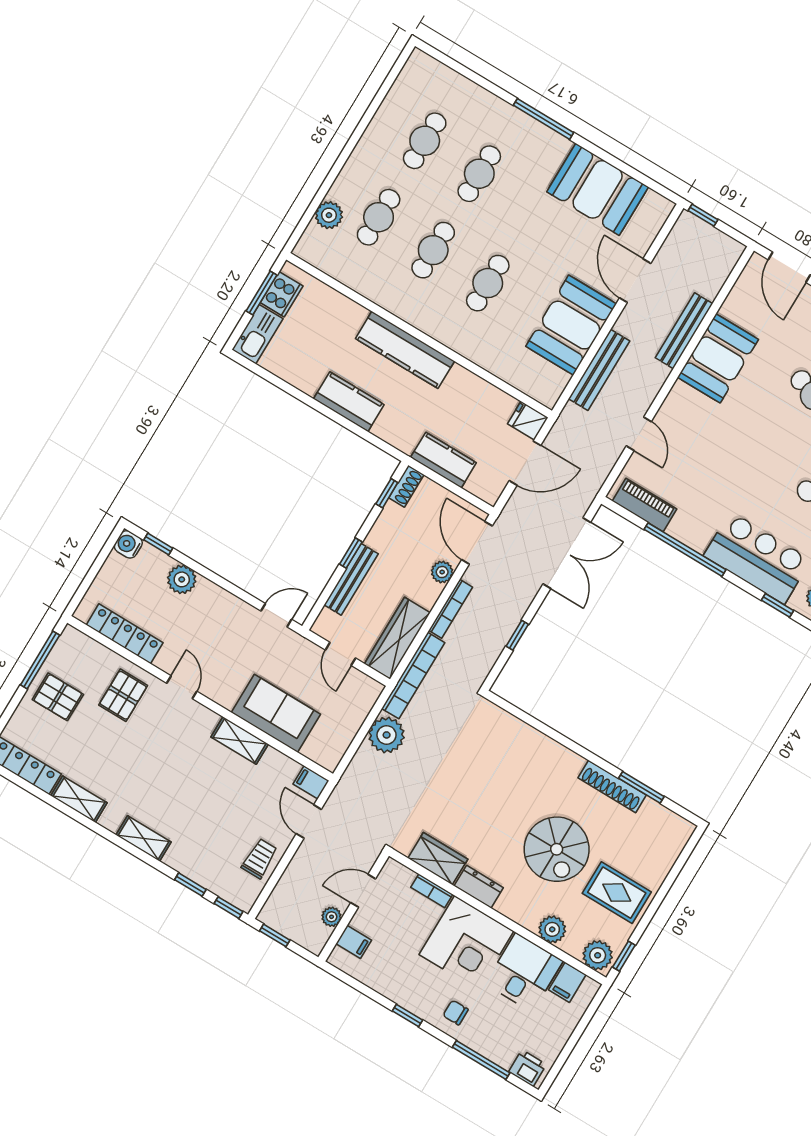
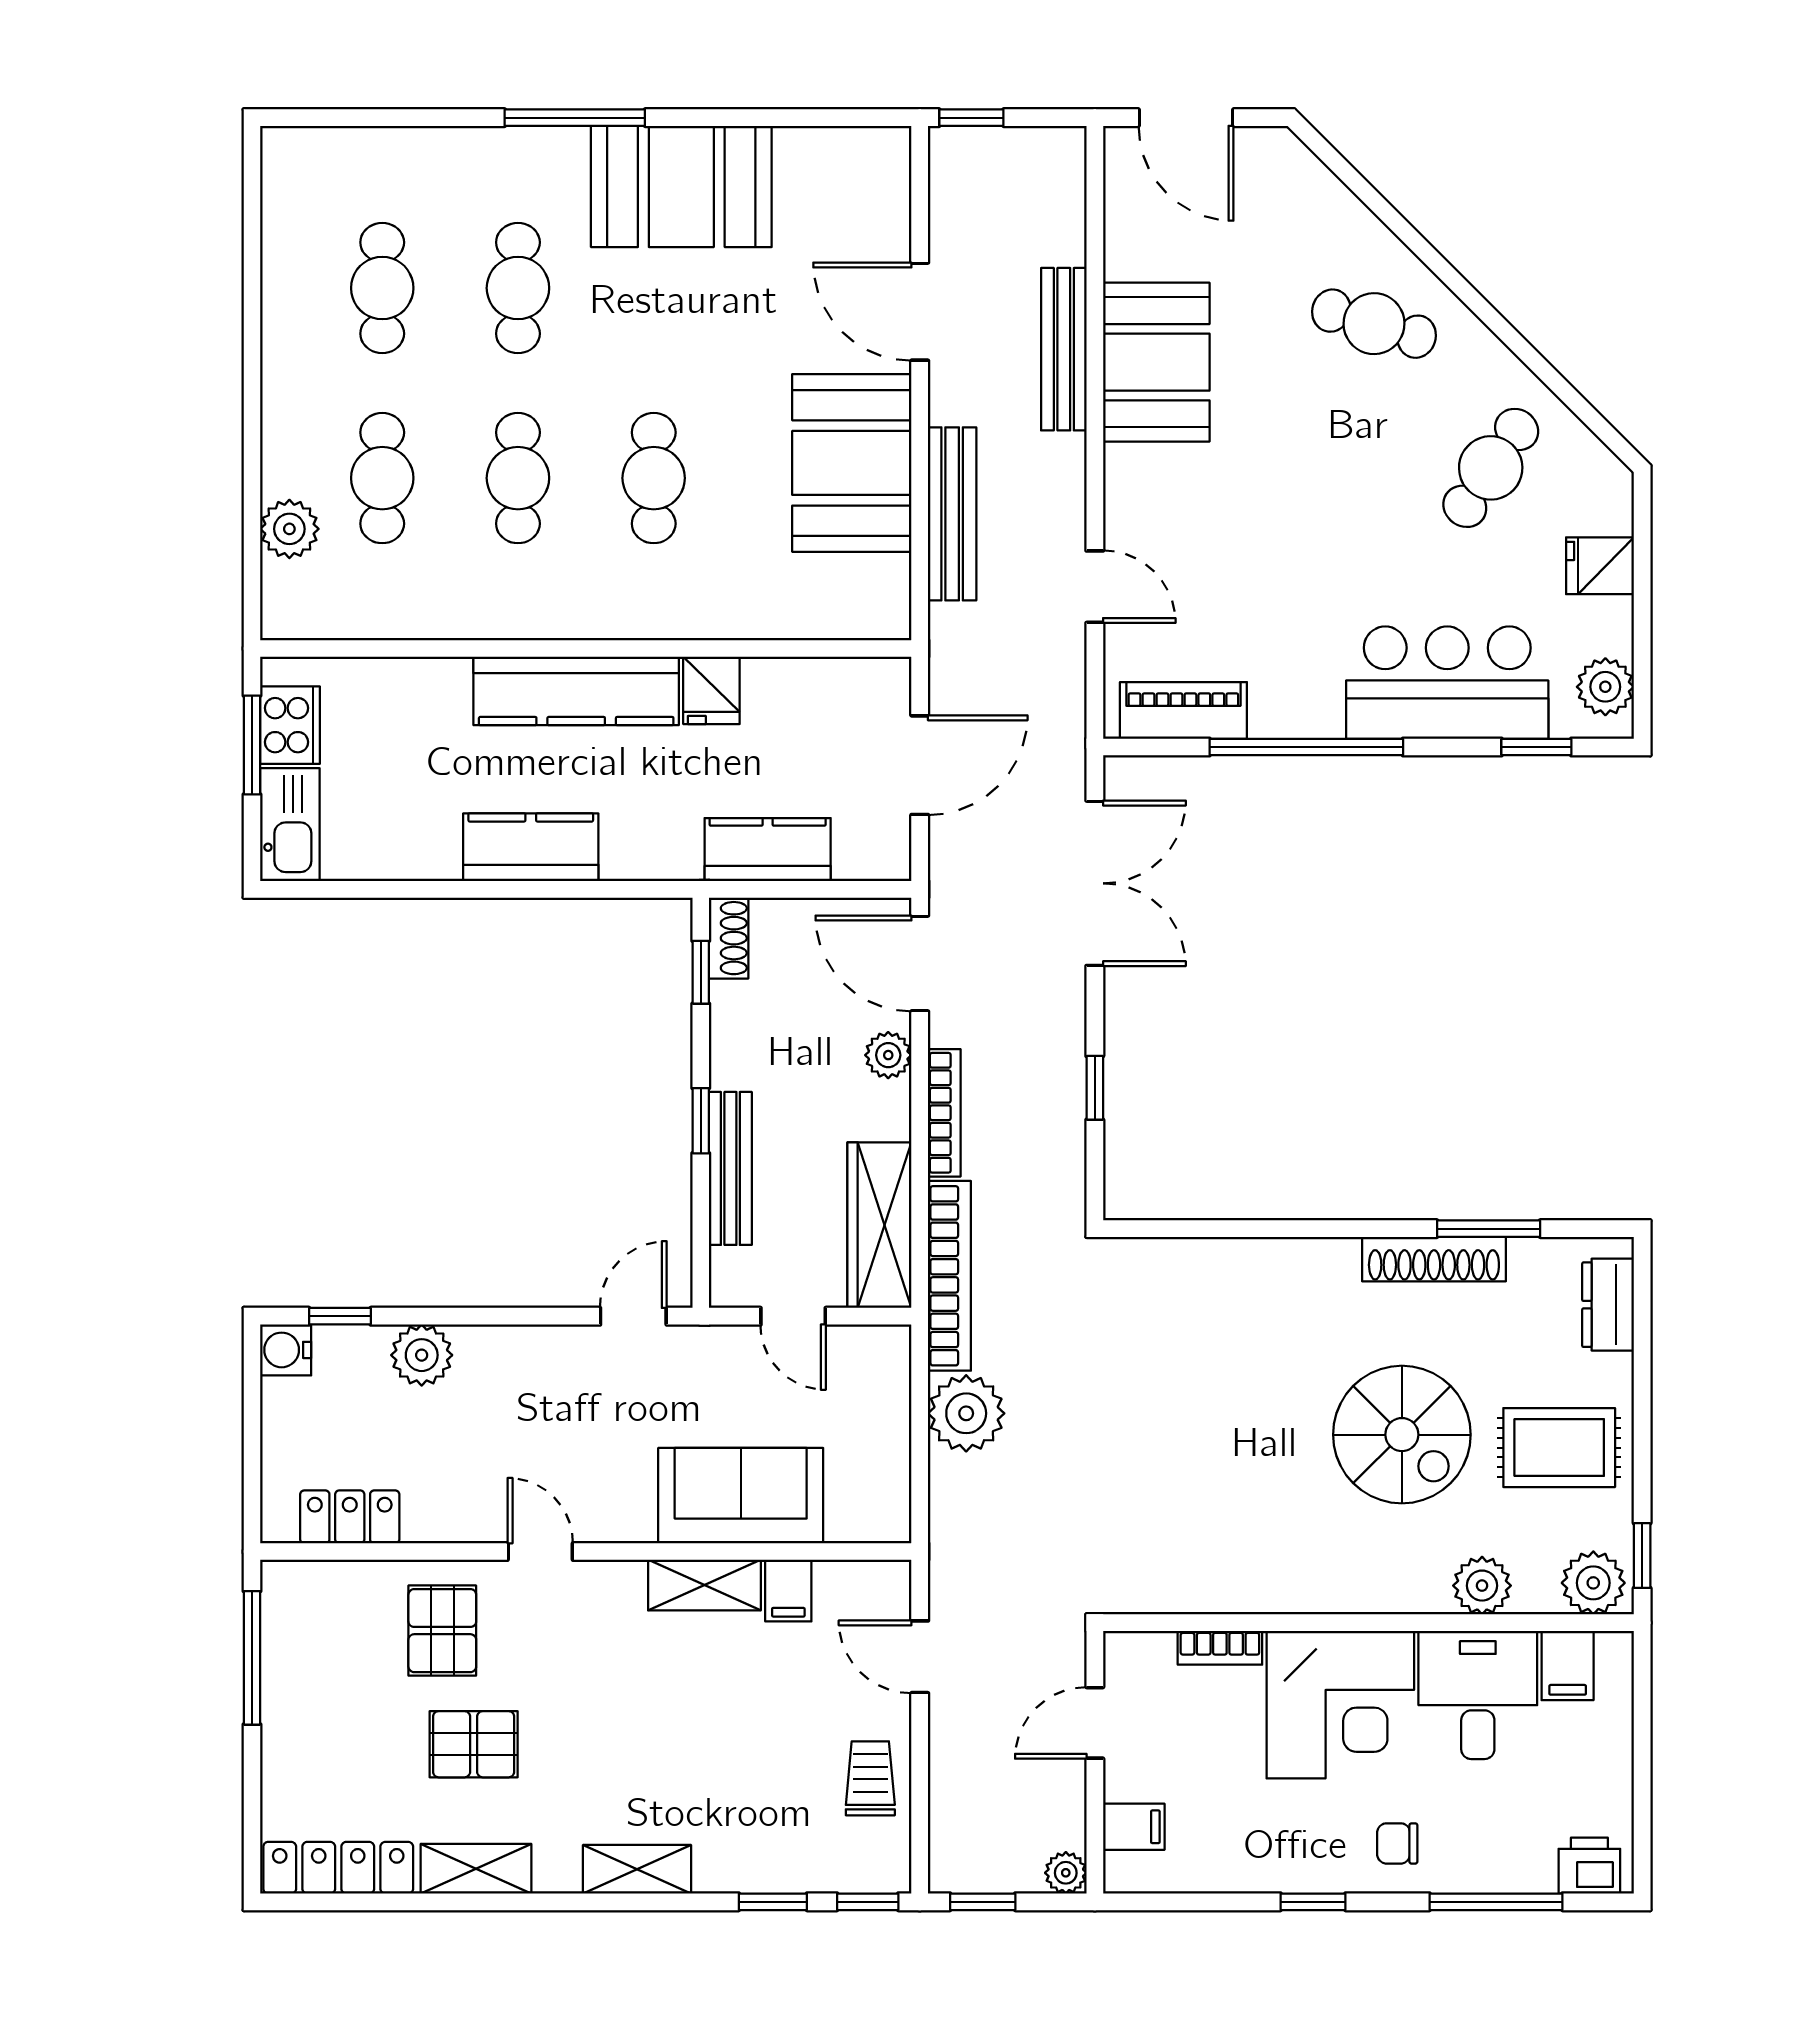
booth: (598, 189) -> (681, 186), moved
fridge: (528, 421) -> (711, 690), moved, turned -90
locker: (125, 634) -> (350, 1517), width x0.66
pallet: (58, 697) -> (474, 1744), moved
filing cabinet: (311, 782) -> (788, 1591), moved, turned -90
wardrobe: (438, 859) -> (1196, 1582), removed
dresser: (479, 887) -> (1608, 1305), moved, turned -90
plant: (332, 917) -> (1066, 1873), moved

